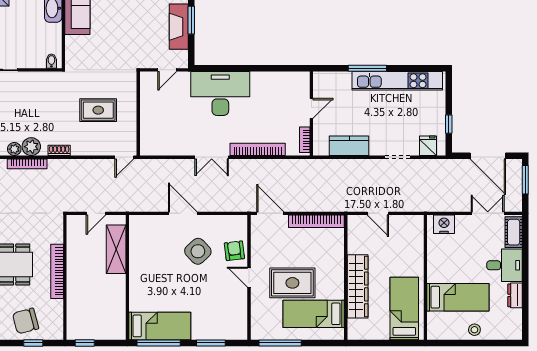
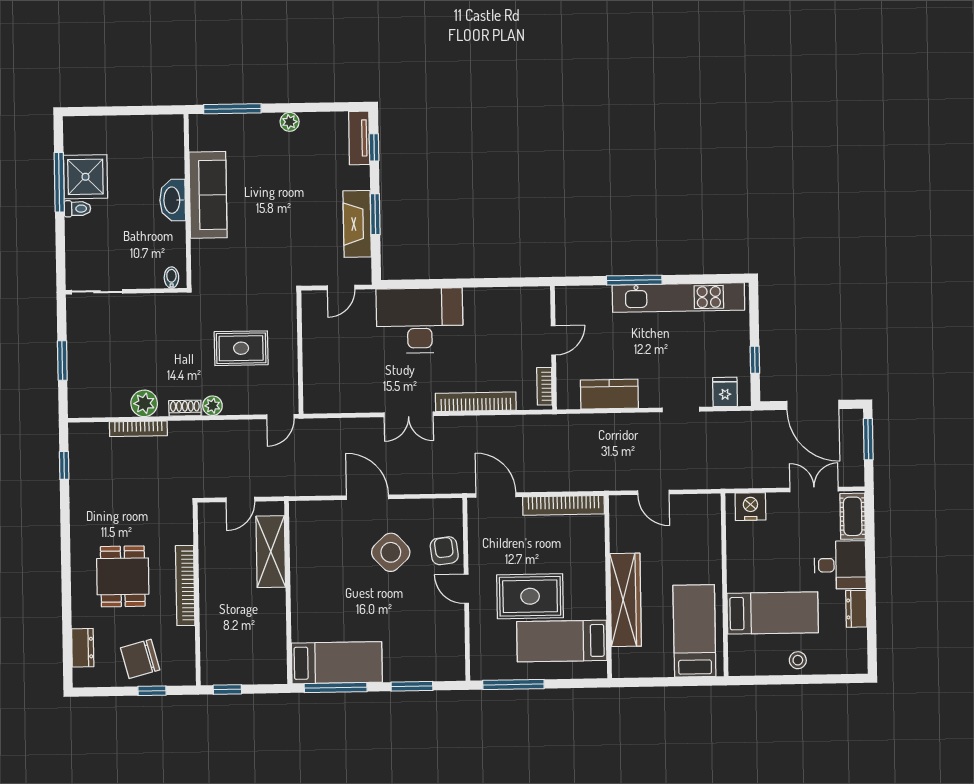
plant: (14, 149) -> (212, 406), moved

